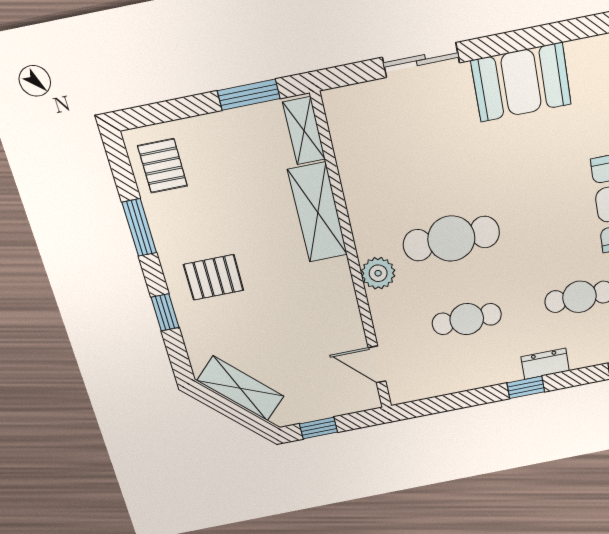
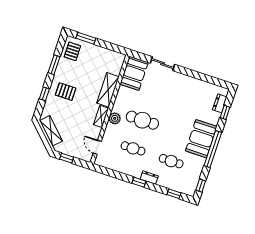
booth: (521, 82) -> (134, 73), moved, turned 90
window: (249, 95) -> (86, 38), moved
shelving: (304, 131) -> (101, 116), moved

